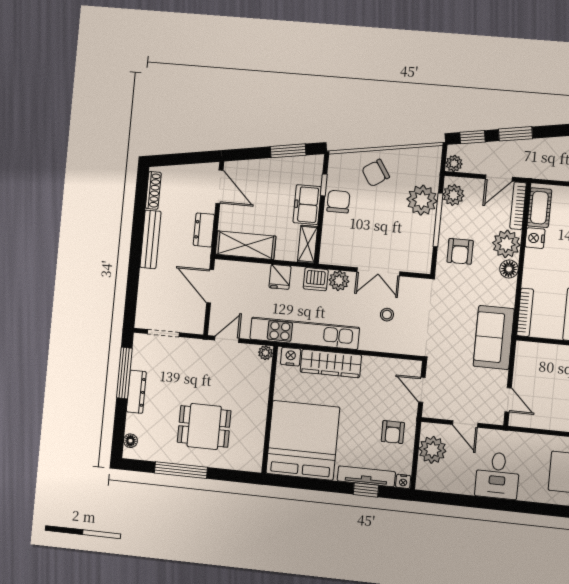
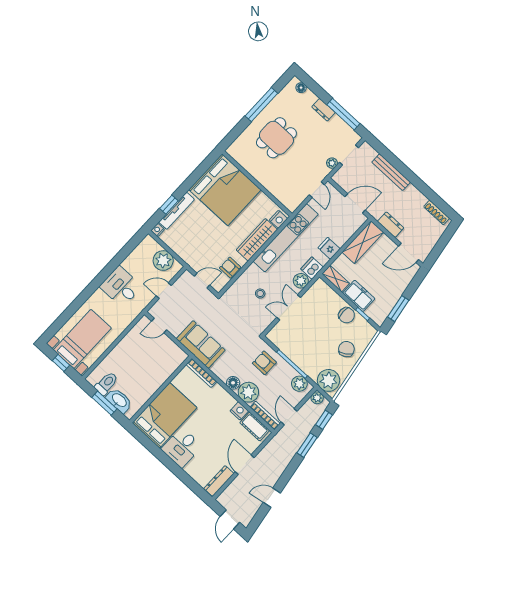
plant: (422, 200) -> (328, 380), moved
bench: (150, 239) -> (391, 172), moved
plant: (265, 353) -> (332, 163), moved
dresser: (136, 392) -> (323, 110), width x0.70
armchair: (393, 432) -> (230, 268), moved

